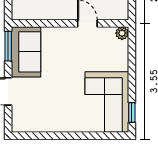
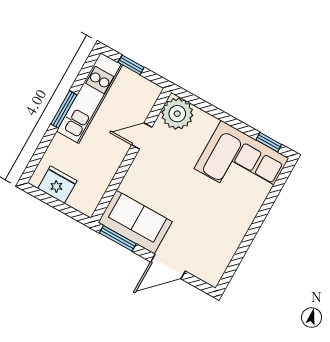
plant: (122, 33) -> (177, 114), width x1.87, depth x1.87

